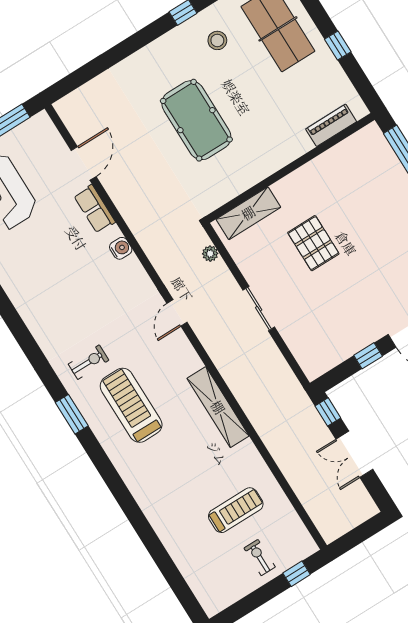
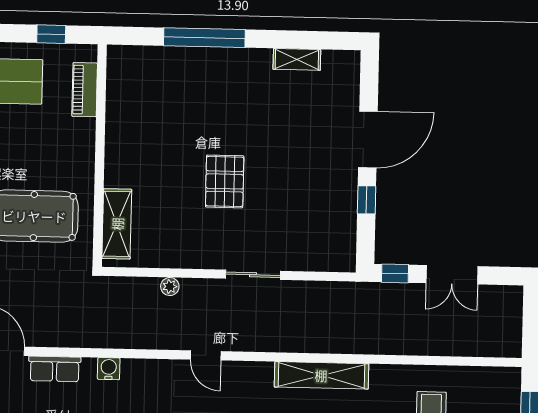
piano: (331, 125) -> (85, 90), moved
wall: (290, 168) -> (100, 156), moved
shelving: (248, 213) -> (117, 224), moved
pallet: (313, 243) -> (225, 181), turned 90

